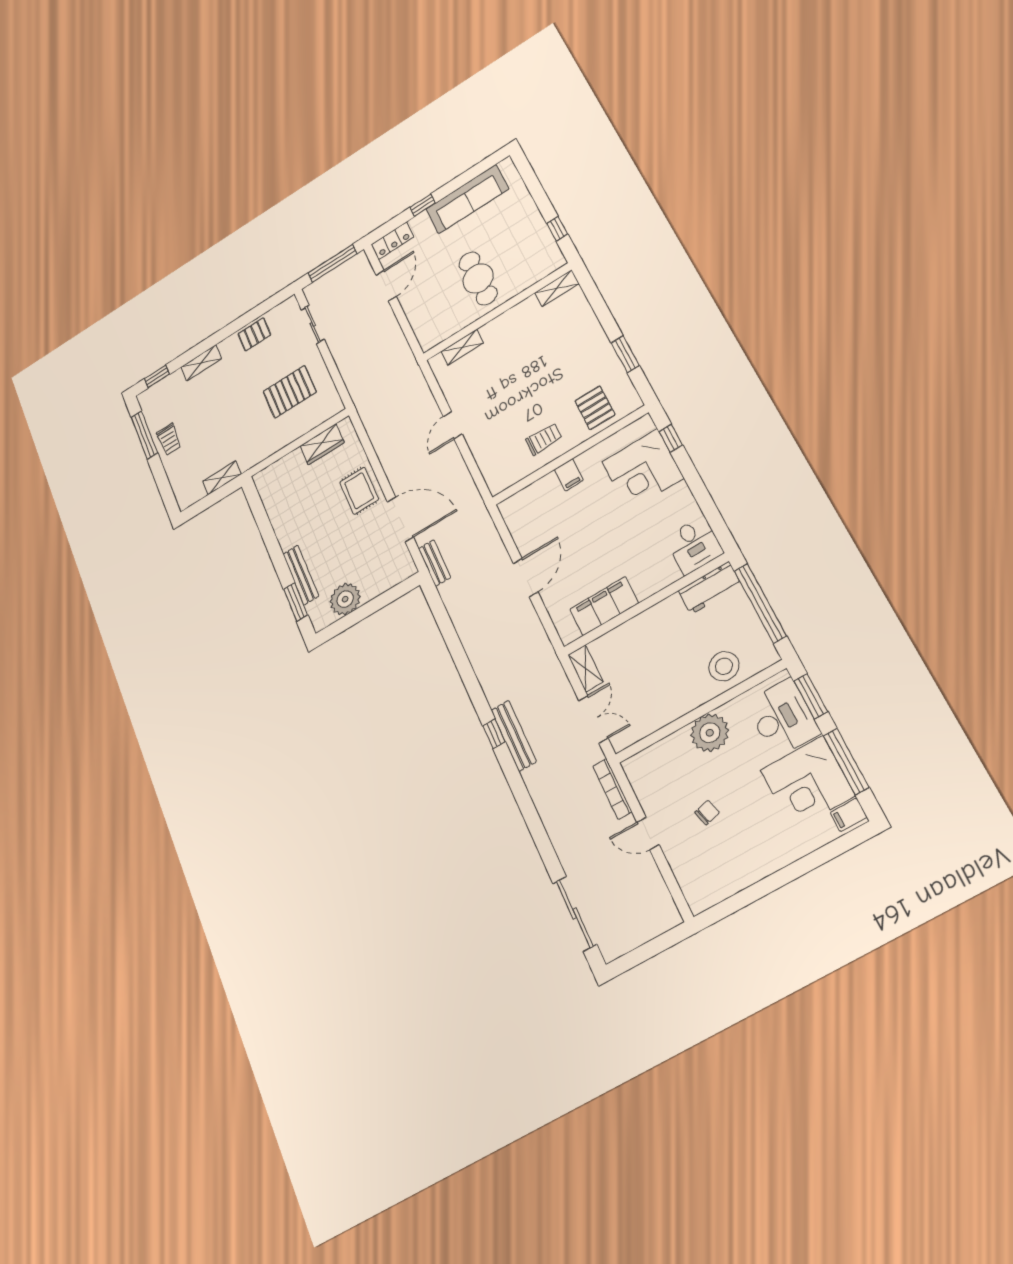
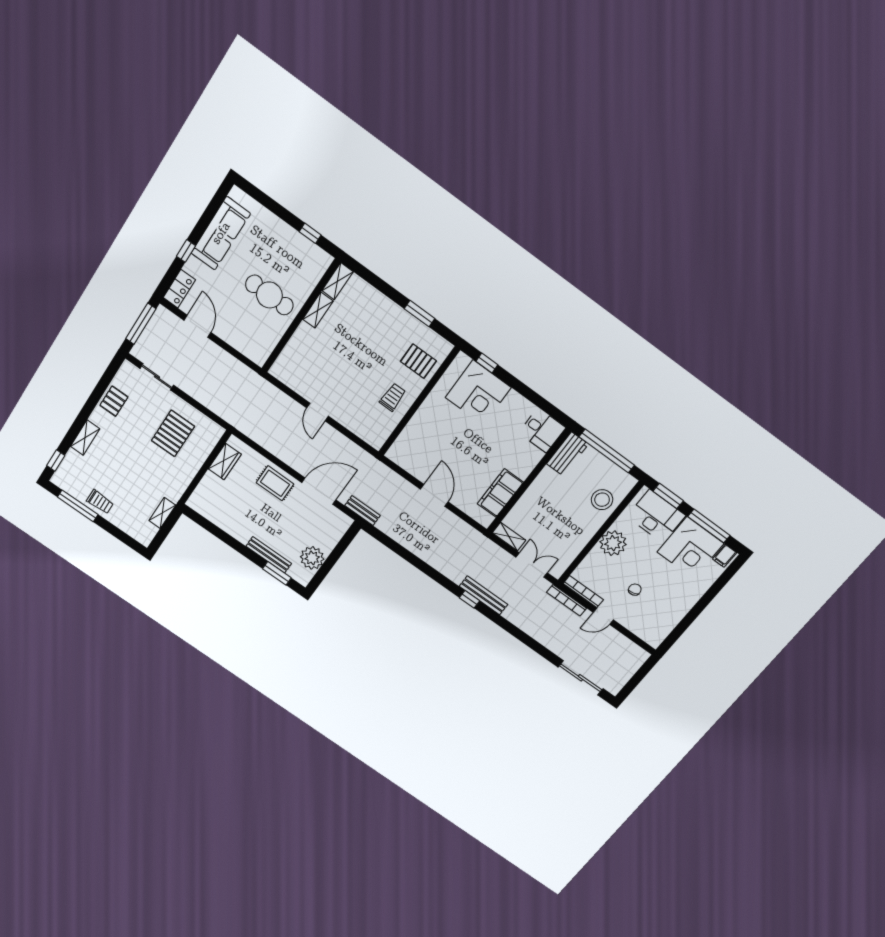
shelving: (462, 347) -> (318, 310), moved
filing cabinet: (569, 475) -> (426, 415), removed
bookcase: (639, 786) -> (583, 592), added

